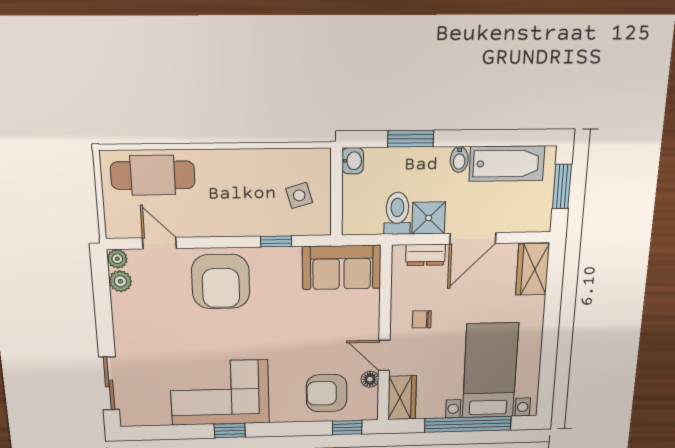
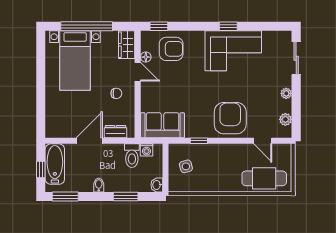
window: (521, 138) -> (65, 197), added
bathtub: (507, 164) -> (55, 164), moved, turned 90
window: (562, 186) -> (41, 170), width x0.67
shower: (429, 218) -> (114, 153), removed
washing machine: (371, 224) -> (146, 150), added
plant: (117, 259) -> (286, 93), moved
wardrobe: (532, 269) -> (54, 122), removed

